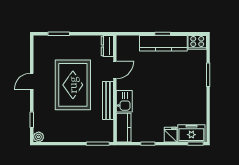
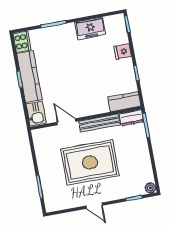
dresser: (107, 46) -> (132, 118), moved
kitchen sink: (124, 101) -> (36, 113), moved, turned 90
freezer: (191, 133) -> (90, 28), moved, turned -90

